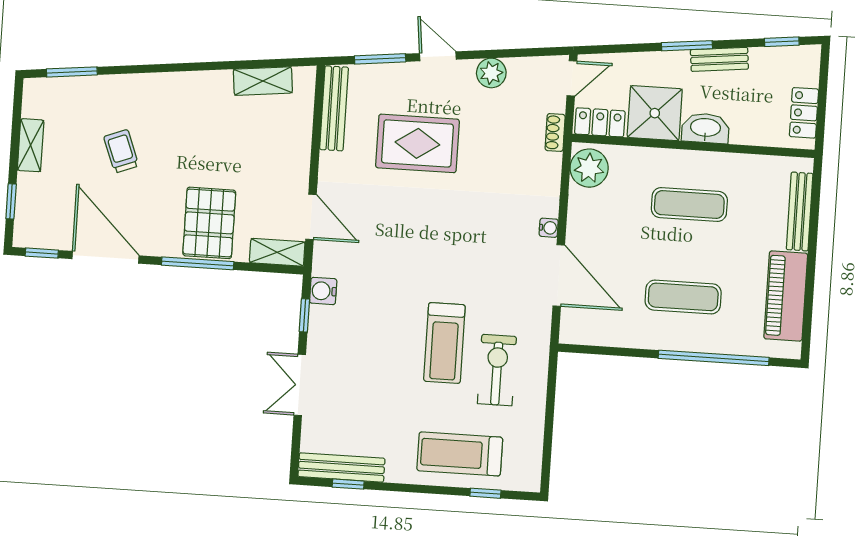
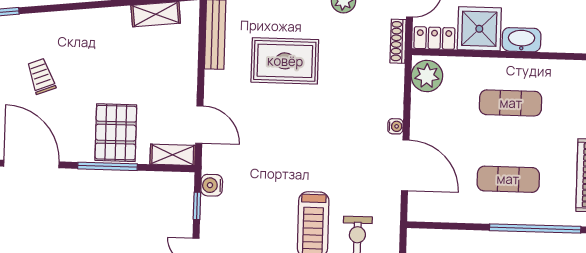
shoe rack: (555, 132) -> (398, 41), width x1.43

